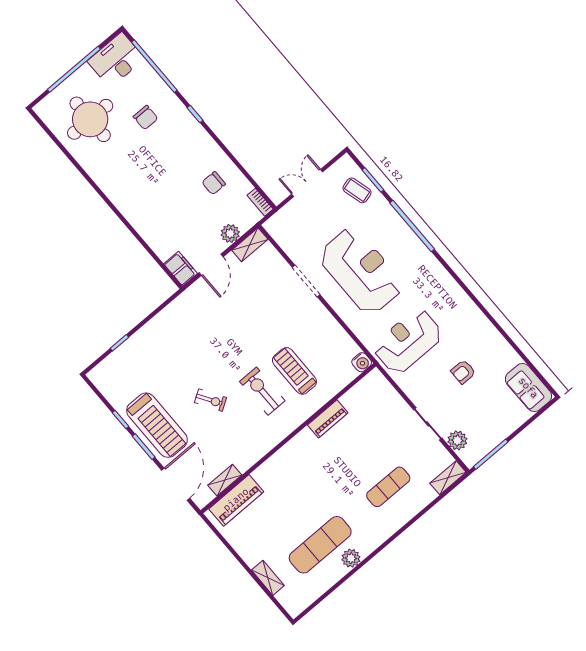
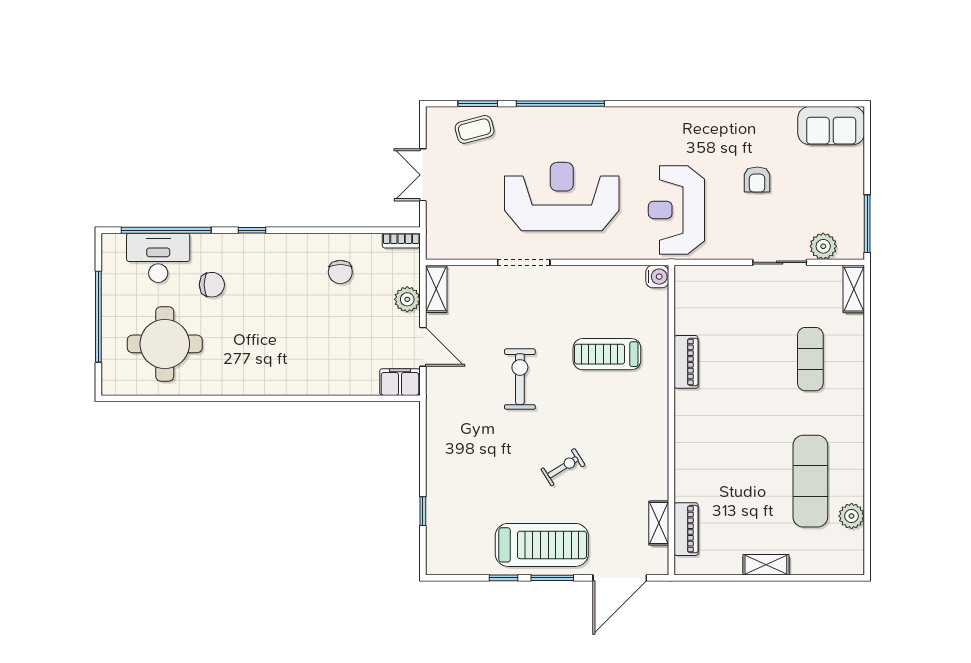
desk: (116, 60) -> (158, 258), moved, turned 90
exercise bike: (262, 391) -> (520, 379), moved, turned 90
door: (176, 484) -> (620, 578), swing flipped
piano: (236, 500) -> (686, 529), width x0.73, depth x0.75
plant: (351, 558) -> (852, 516), moved
shelving: (268, 578) -> (766, 565), moved

